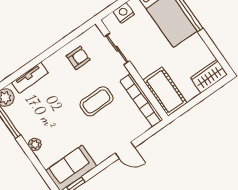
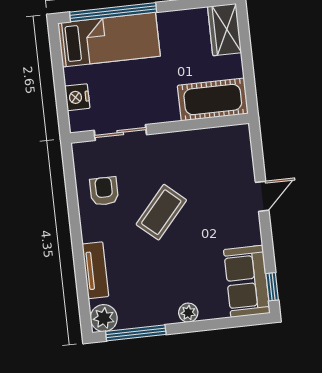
bookcase: (141, 100) -> (207, 138), removed
coffee table: (97, 101) -> (161, 212), moved, turned 41

